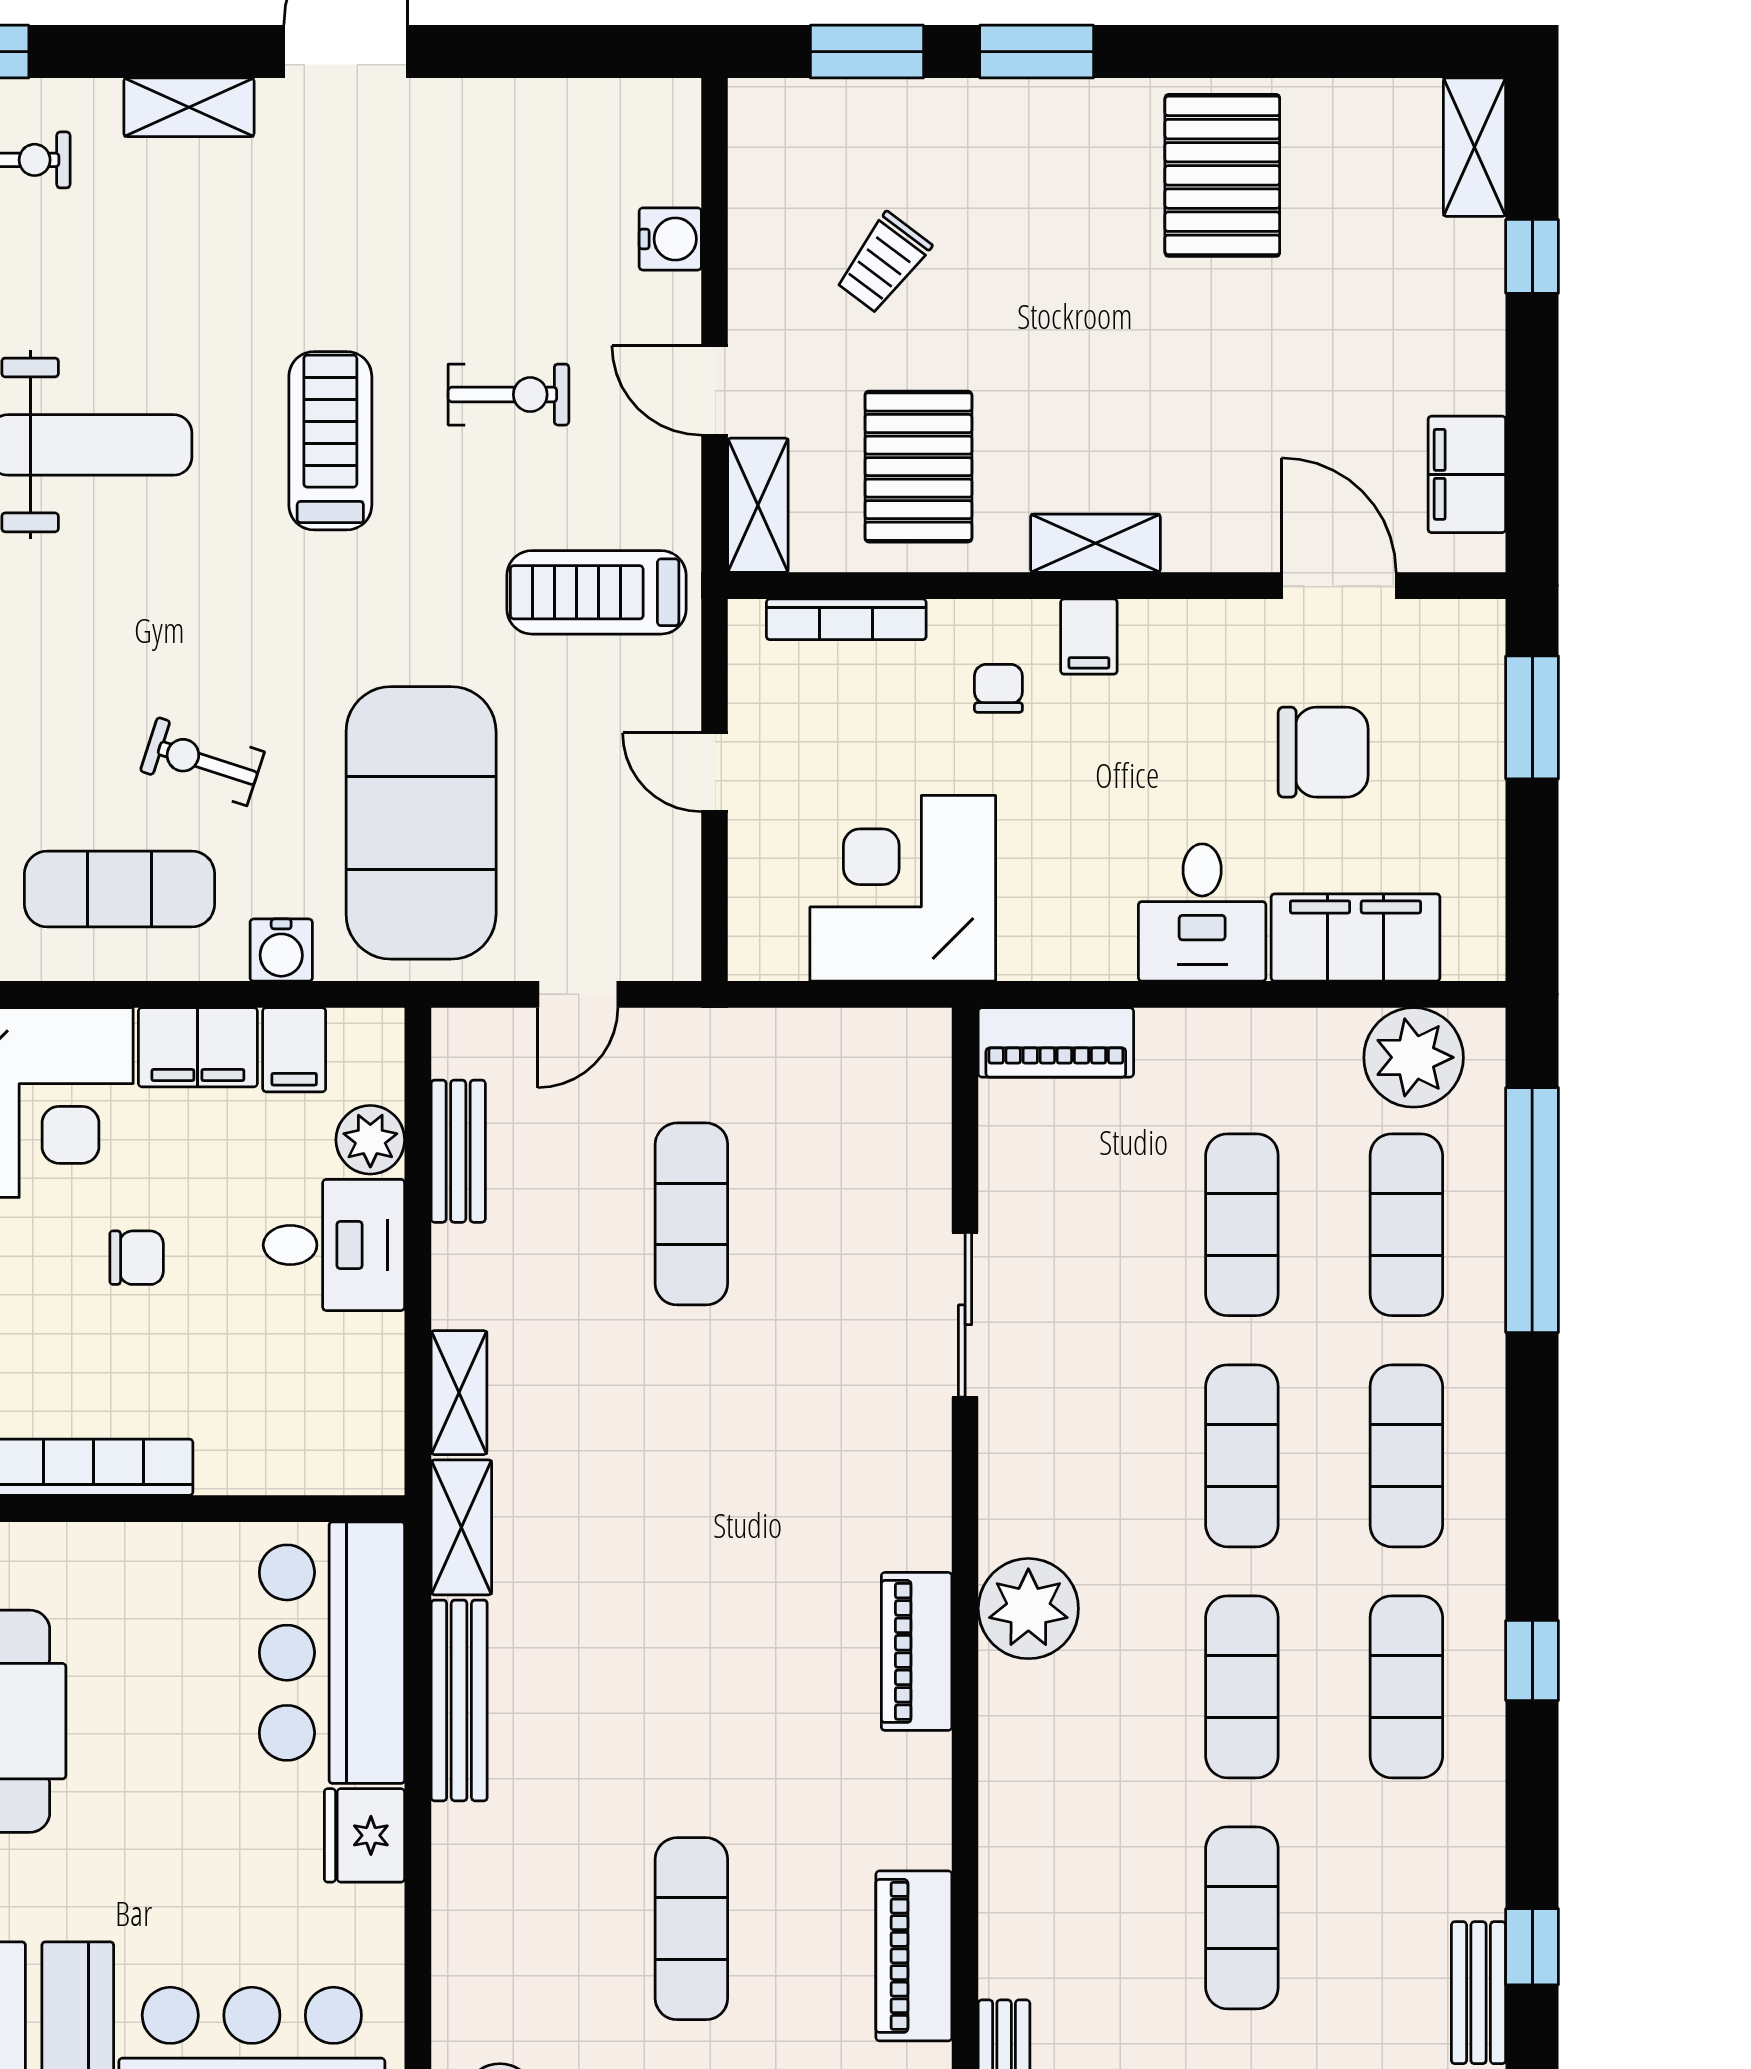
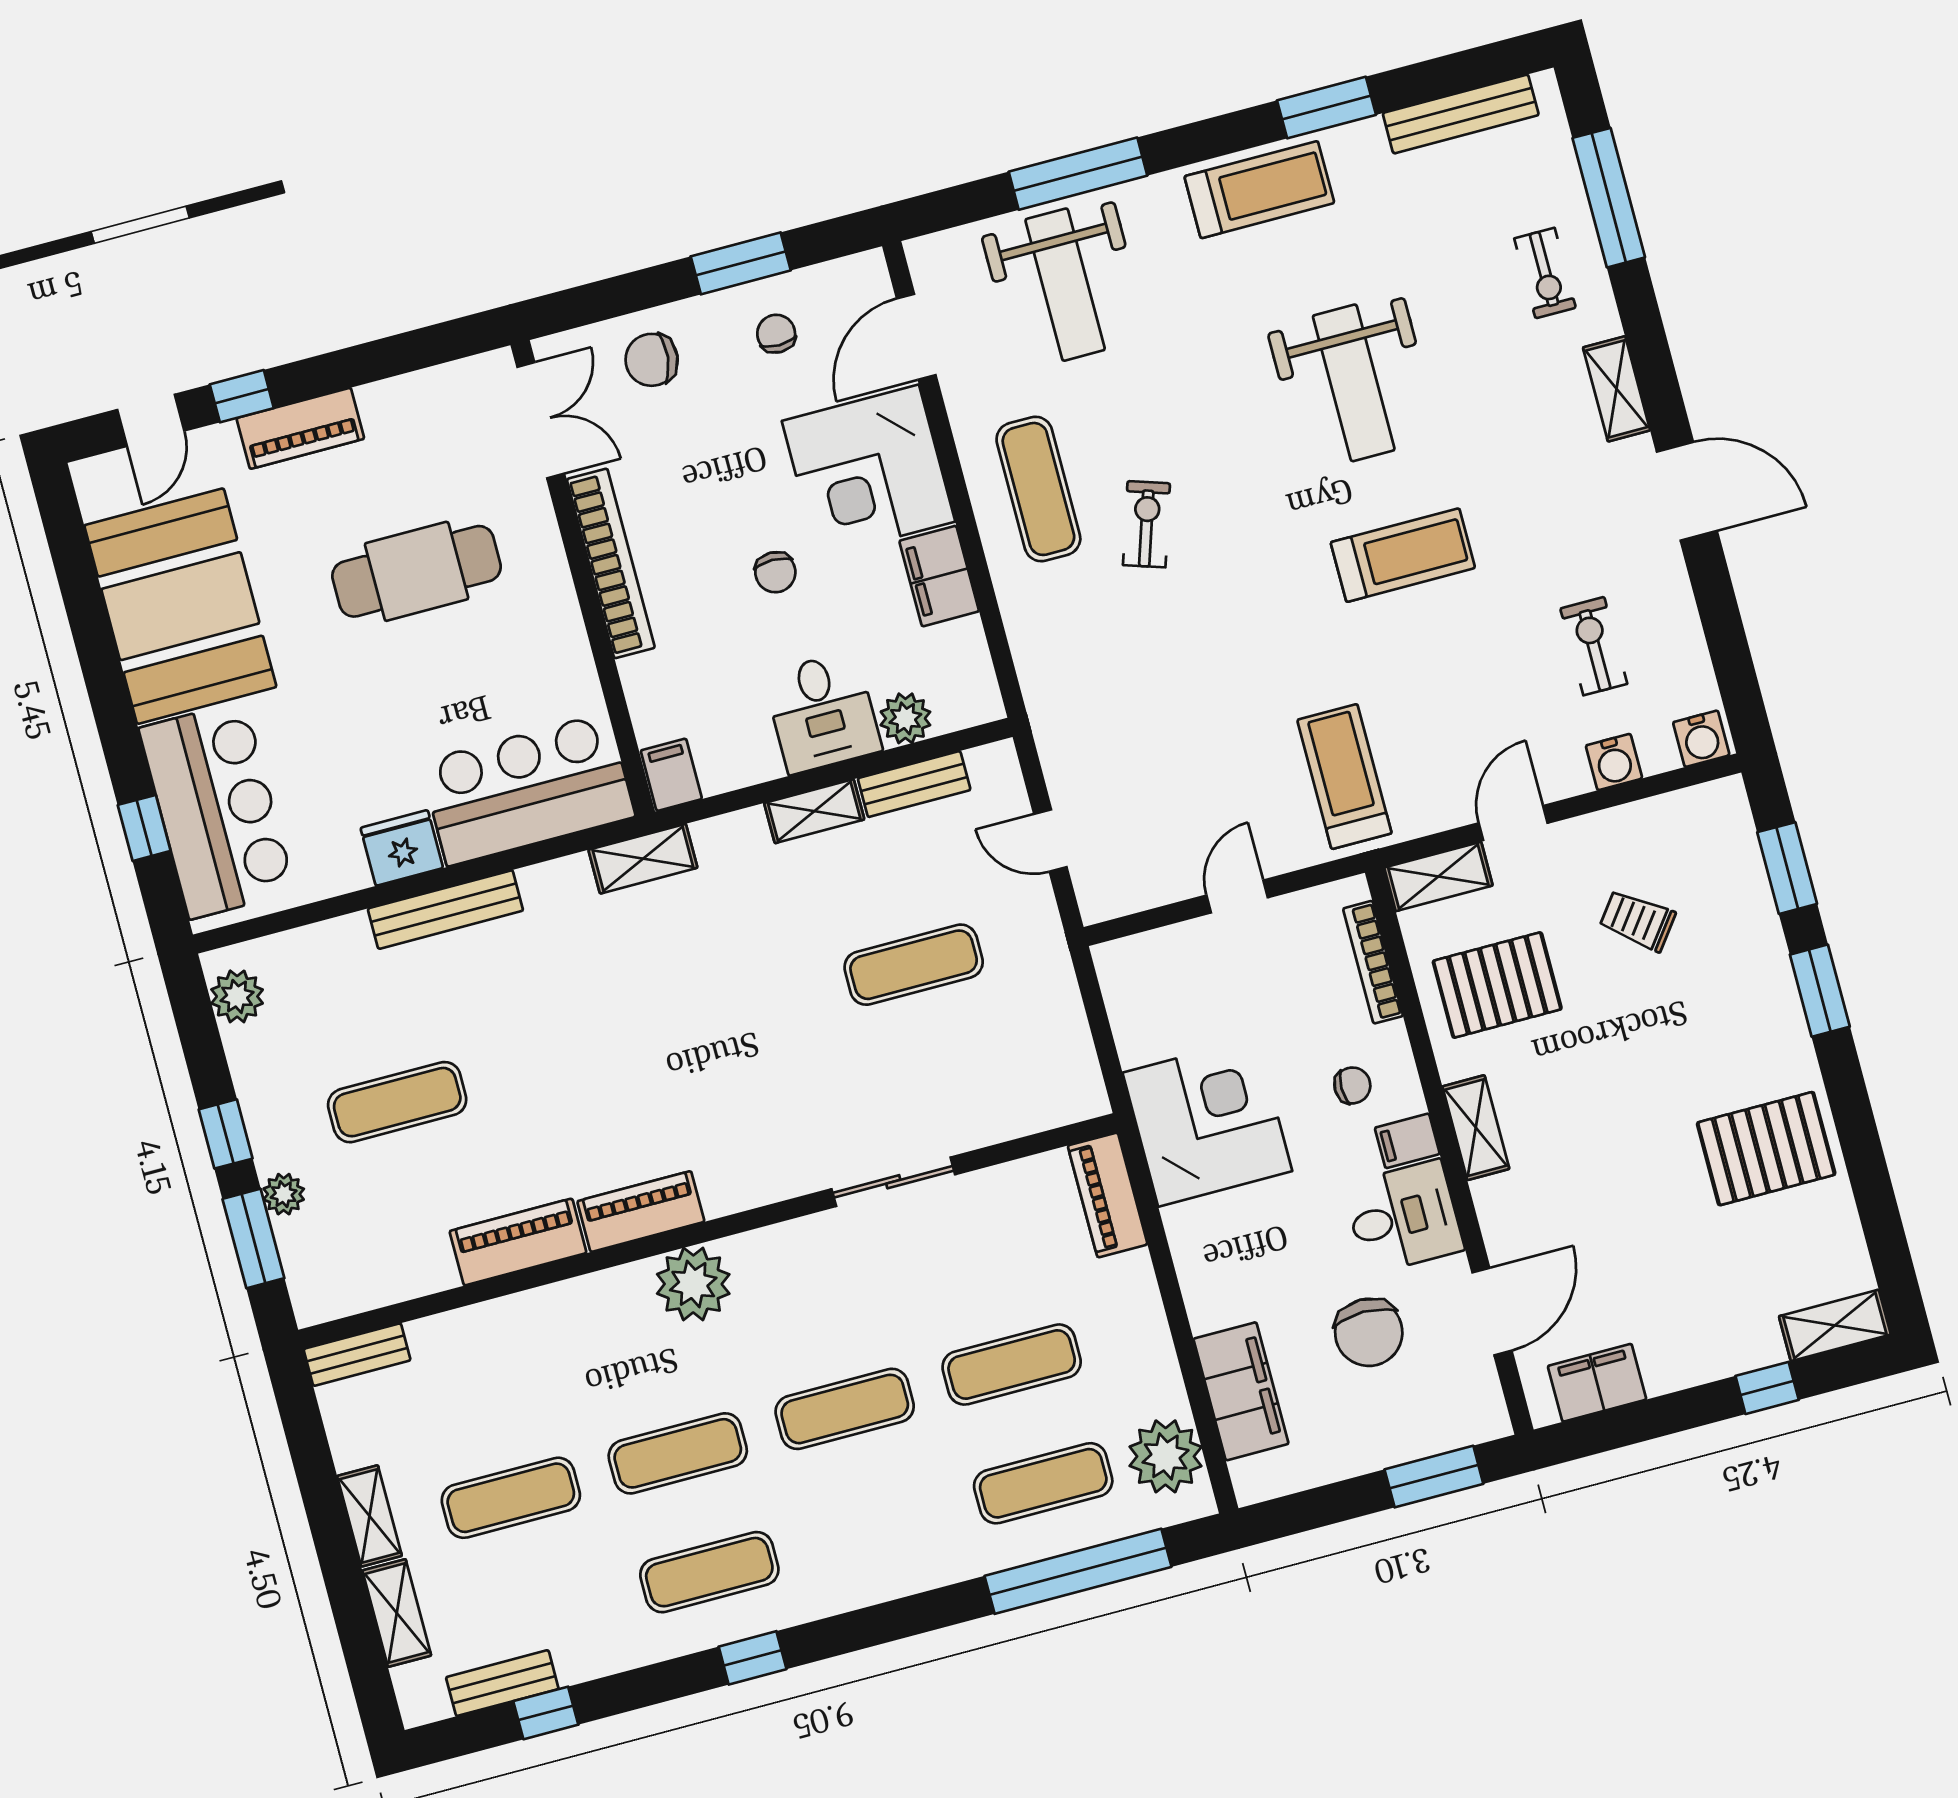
exercise bike: (509, 395) -> (1594, 646), moved, turned 180
exercise mat: (421, 823) -> (1144, 694), removed
corner desk: (903, 888) -> (1207, 1122), moved
desk: (1202, 913) -> (1403, 1217), moved, turned 180
water cooler: (281, 950) -> (1701, 739), moved, turned -90
filing cabinet: (294, 1050) -> (671, 775), moved, turned 90
shelving: (459, 1393) -> (814, 811), moved
exercise mat: (1406, 1456) -> (876, 1528), removed
bench: (459, 1700) -> (445, 910), moved
piano: (914, 1956) -> (518, 1242), moved

